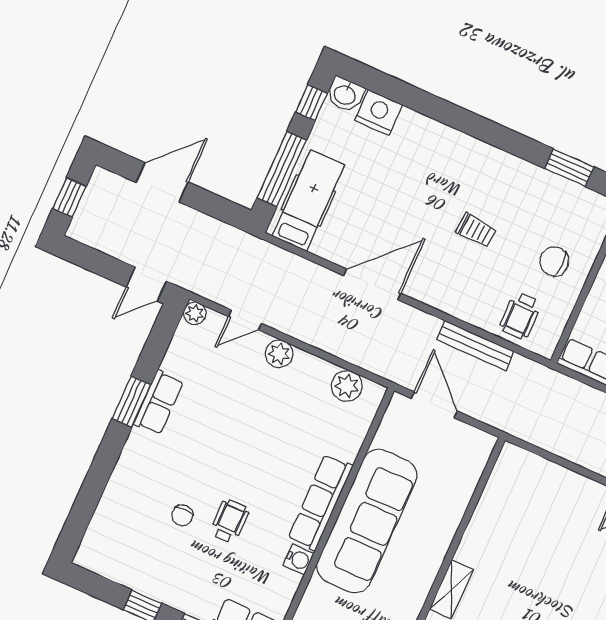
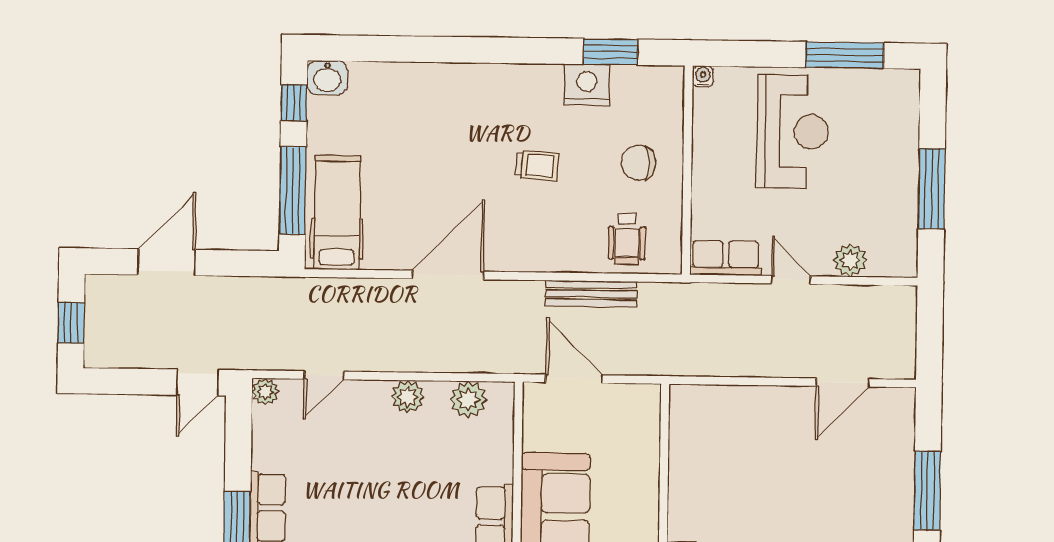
nightstand: (378, 112) -> (587, 85), moved
plant: (279, 354) -> (408, 397), moved

